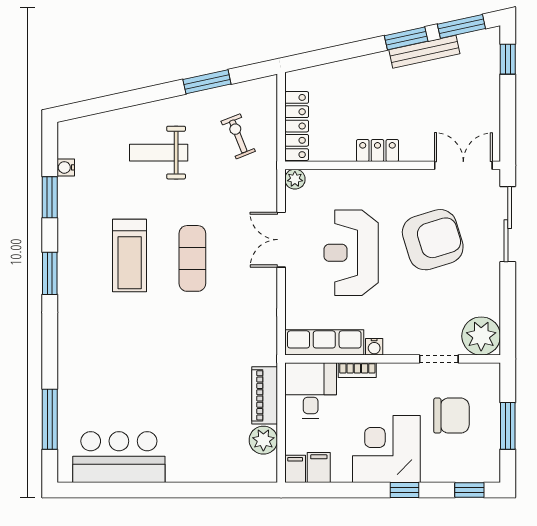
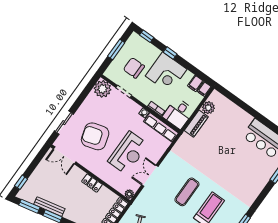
sliding door: (508, 224) -> (64, 123), width x0.73
double door: (281, 240) -> (150, 176), swing flipped

